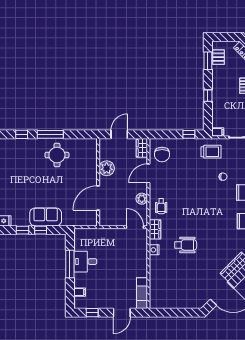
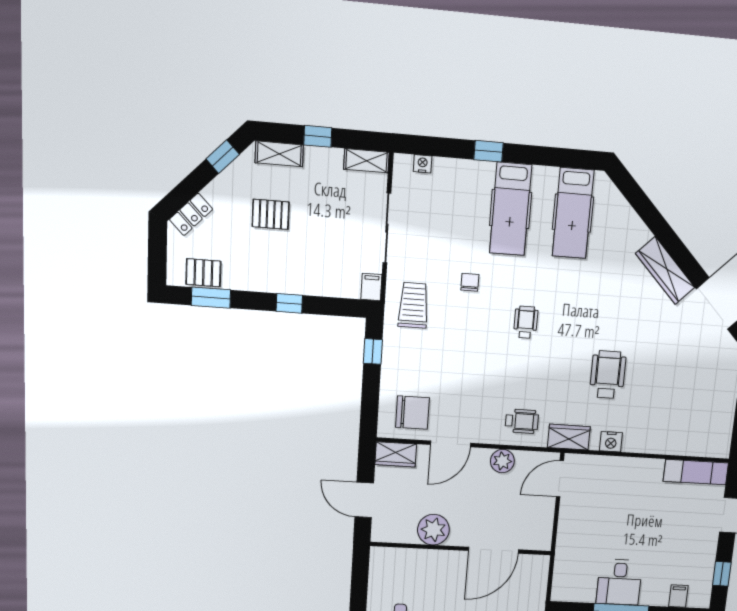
door: (148, 173) -> (451, 444), hinge flipped
door: (98, 198) -> (493, 550), hinge flipped
wheelchair: (207, 204) -> (526, 322), added

